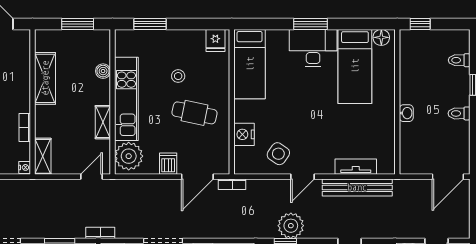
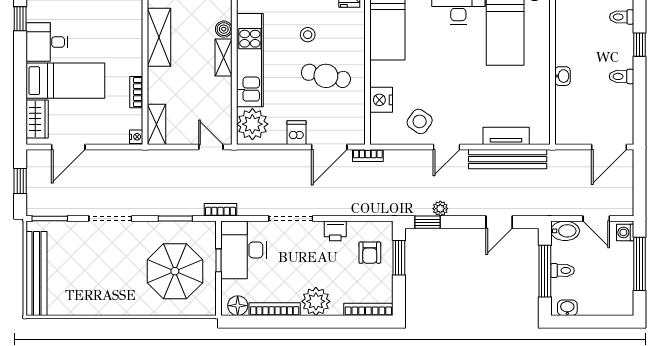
shelving: (103, 122) -> (224, 57), moved
door: (91, 177) -> (211, 147), hinge flipped
plant: (291, 226) -> (440, 209), width x0.53, depth x0.53

